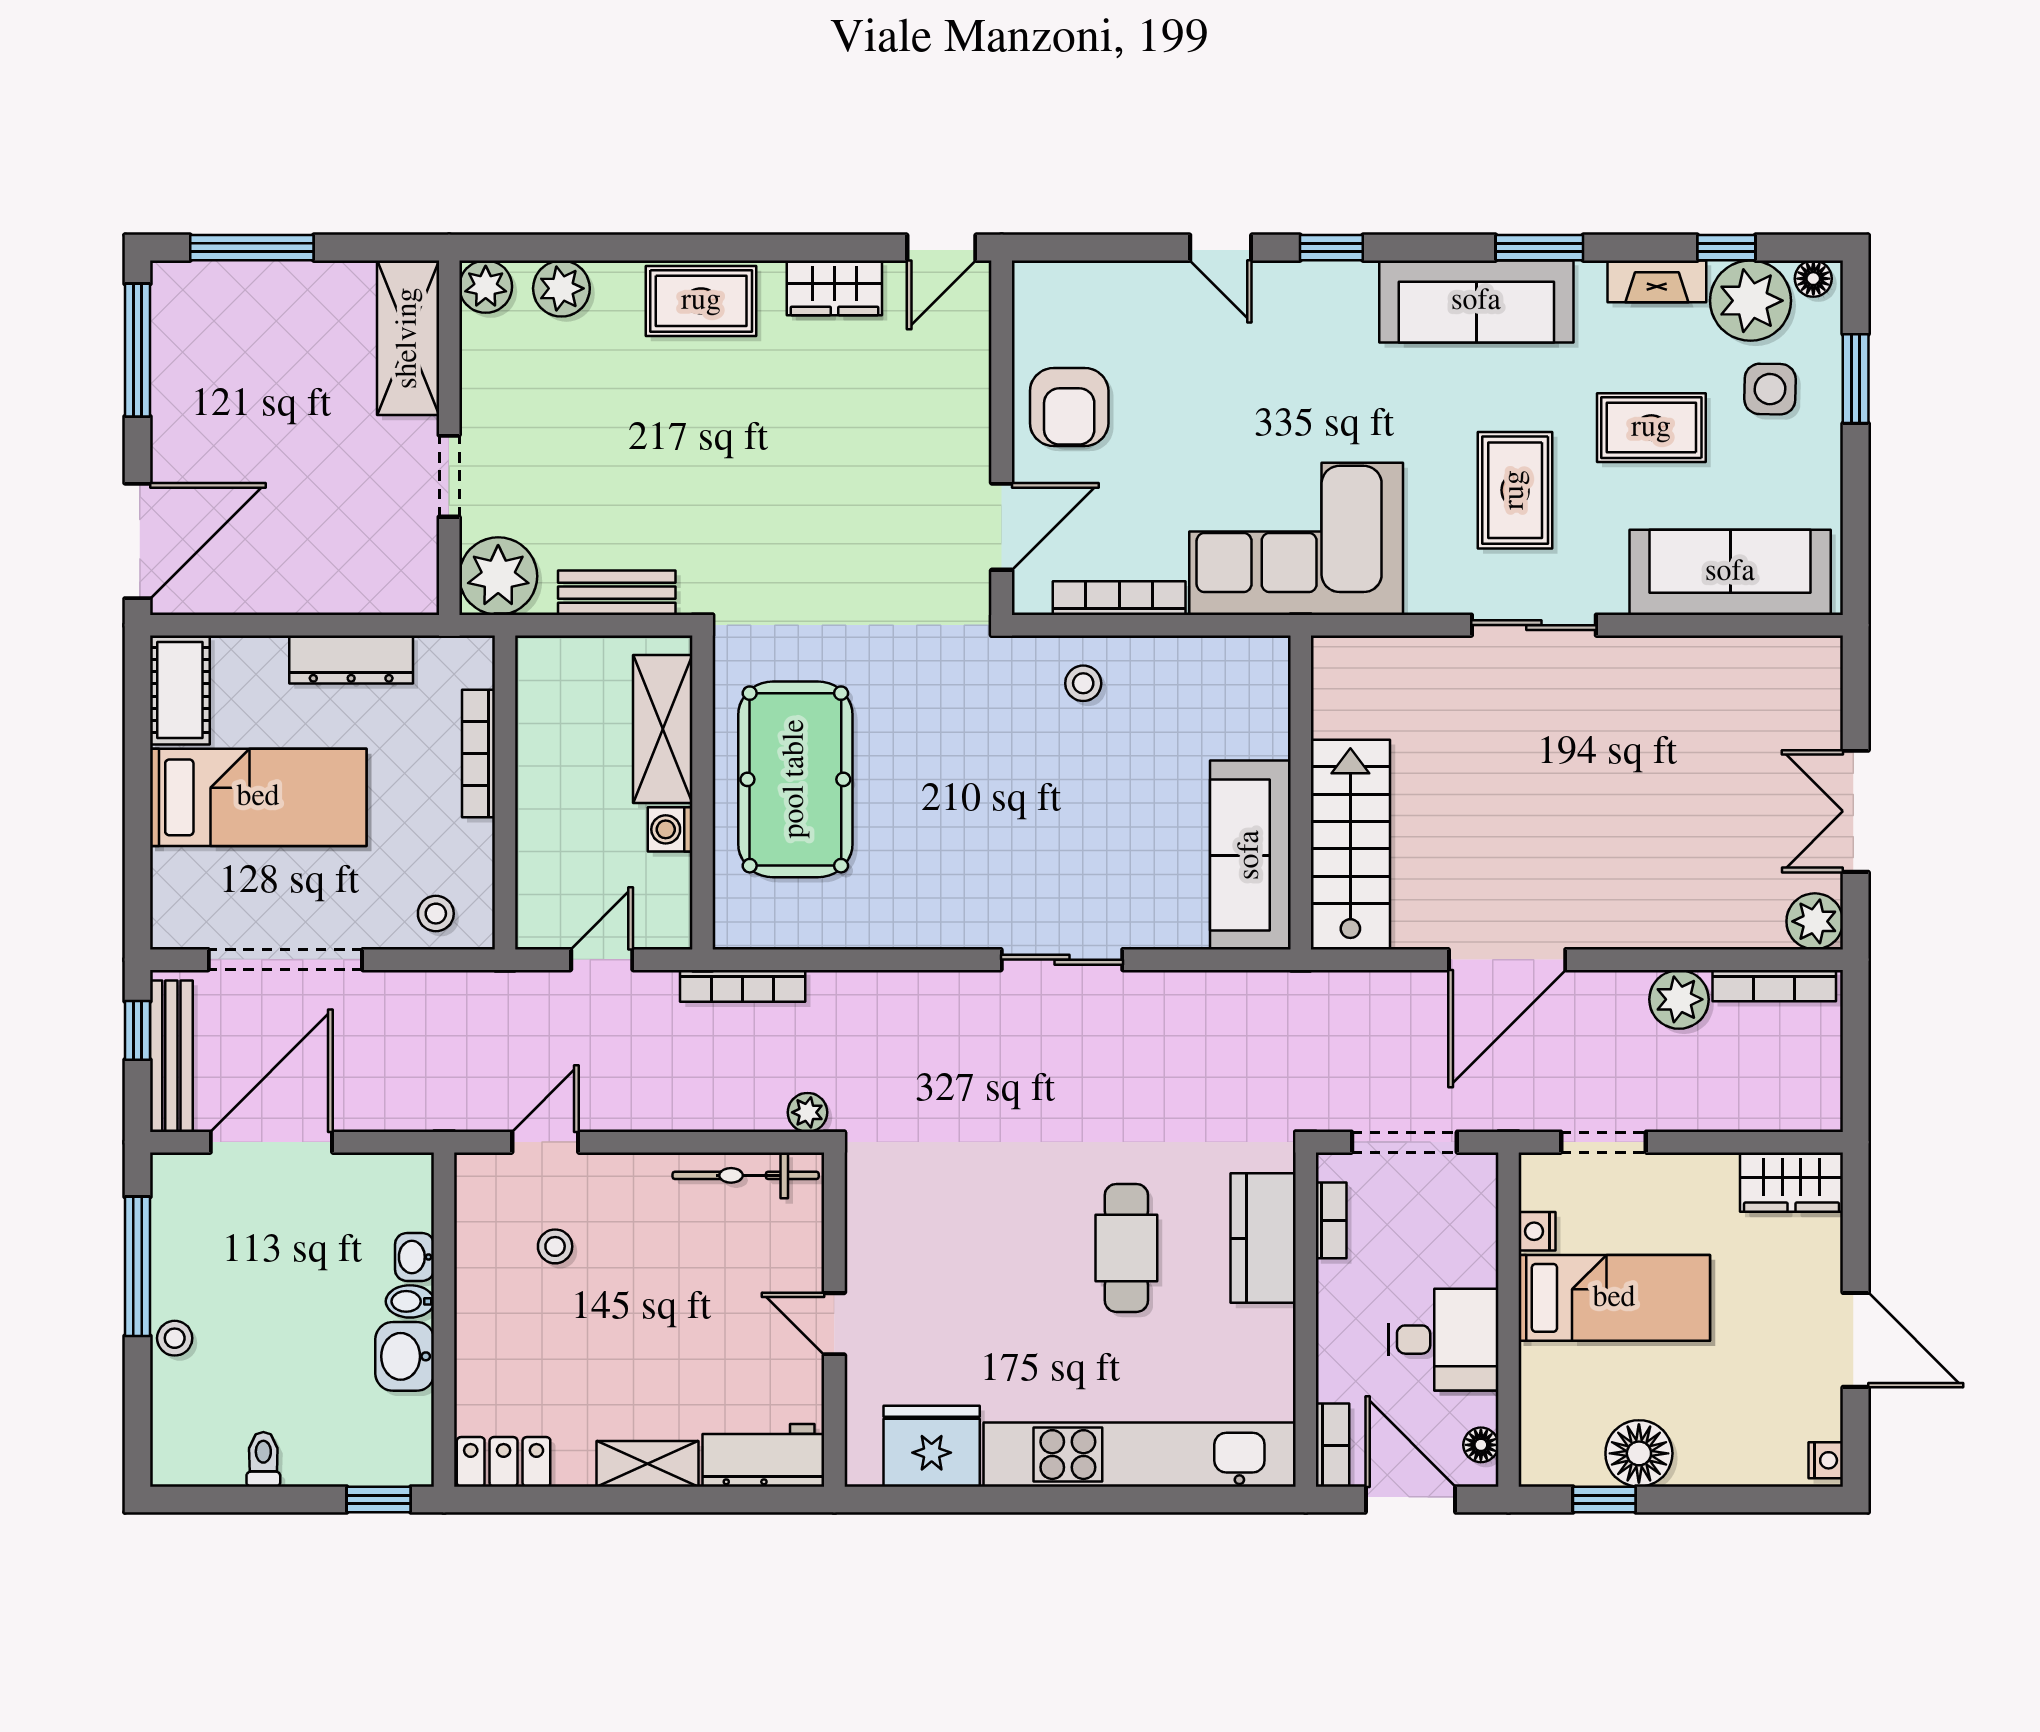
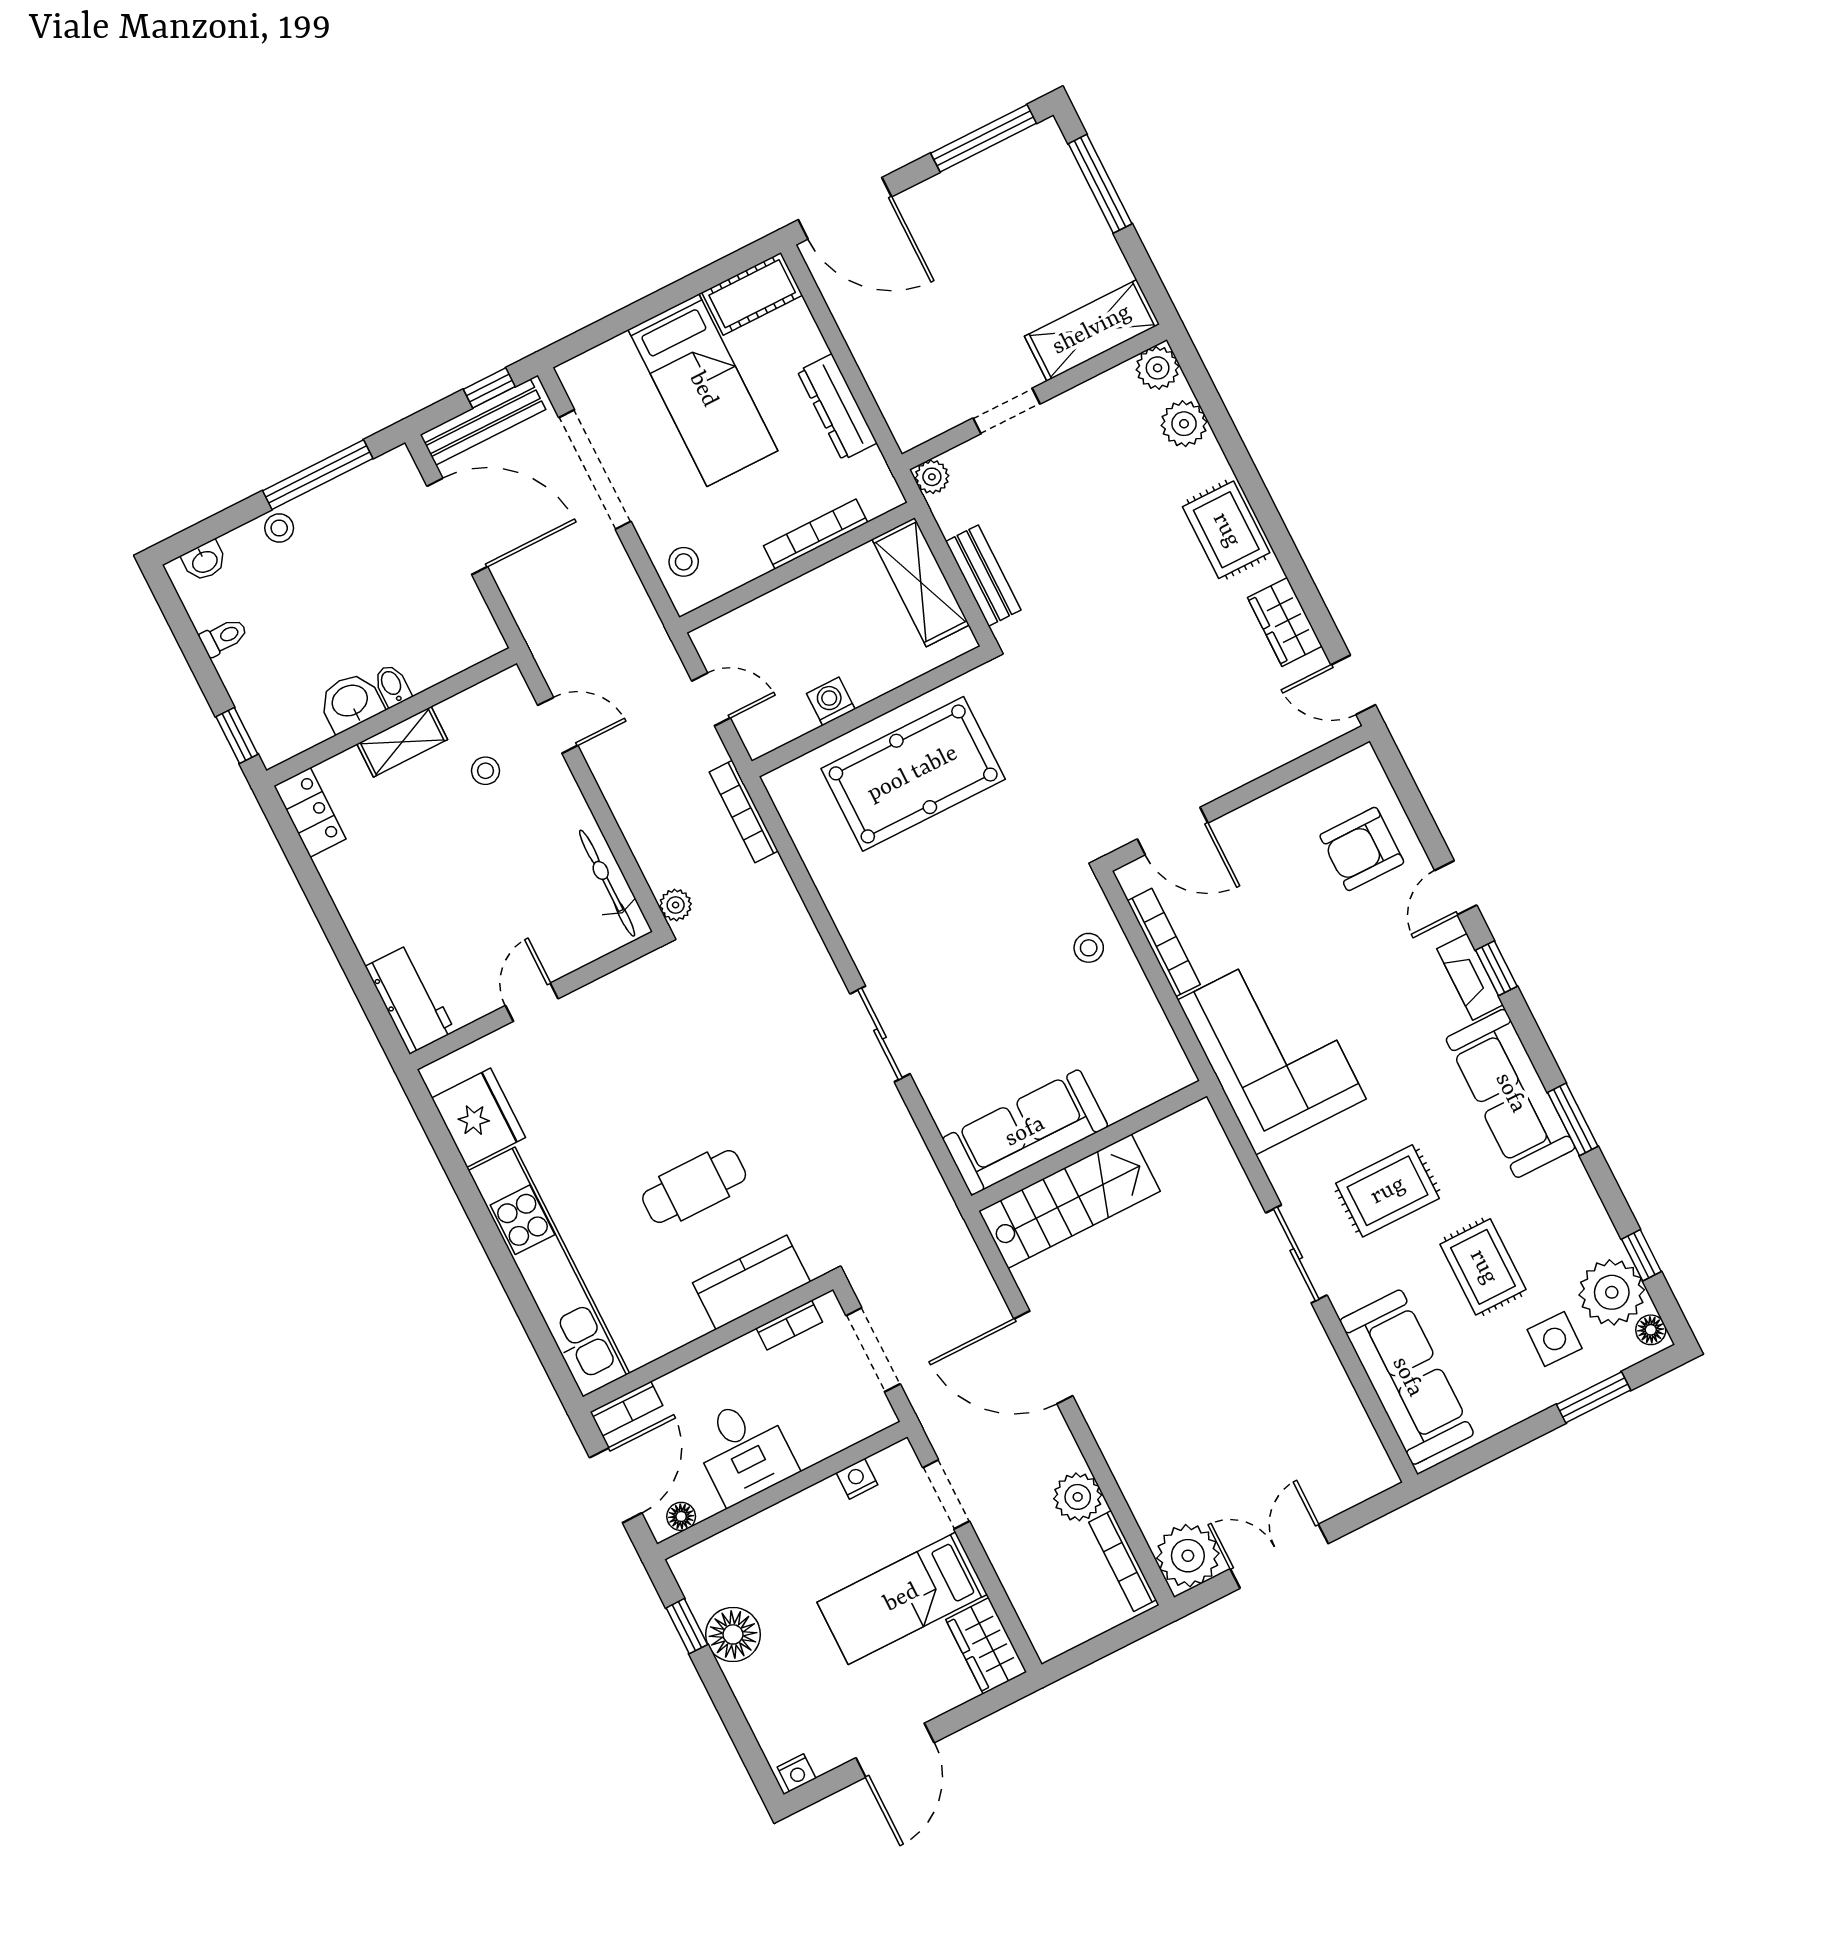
fireplace: (1657, 281) -> (1470, 977), moved
armchair: (1069, 407) -> (1362, 849), moved
plant: (498, 576) -> (932, 477), width x0.53, depth x0.53
shelving: (663, 729) -> (921, 582), moved, turned 90
plant: (1815, 921) -> (1188, 1556), width x1.36, depth x1.36
washbasin: (415, 1257) -> (204, 561), moved, turned 180
bed: (1614, 1298) -> (902, 1598), moved, turned 90
shelving: (648, 1464) -> (402, 742), moved, turned 90

